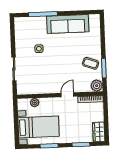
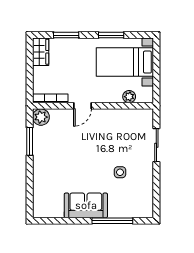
sofa: (68, 24) -> (86, 205), width x0.73
coffee table: (91, 63) -> (48, 149), removed

